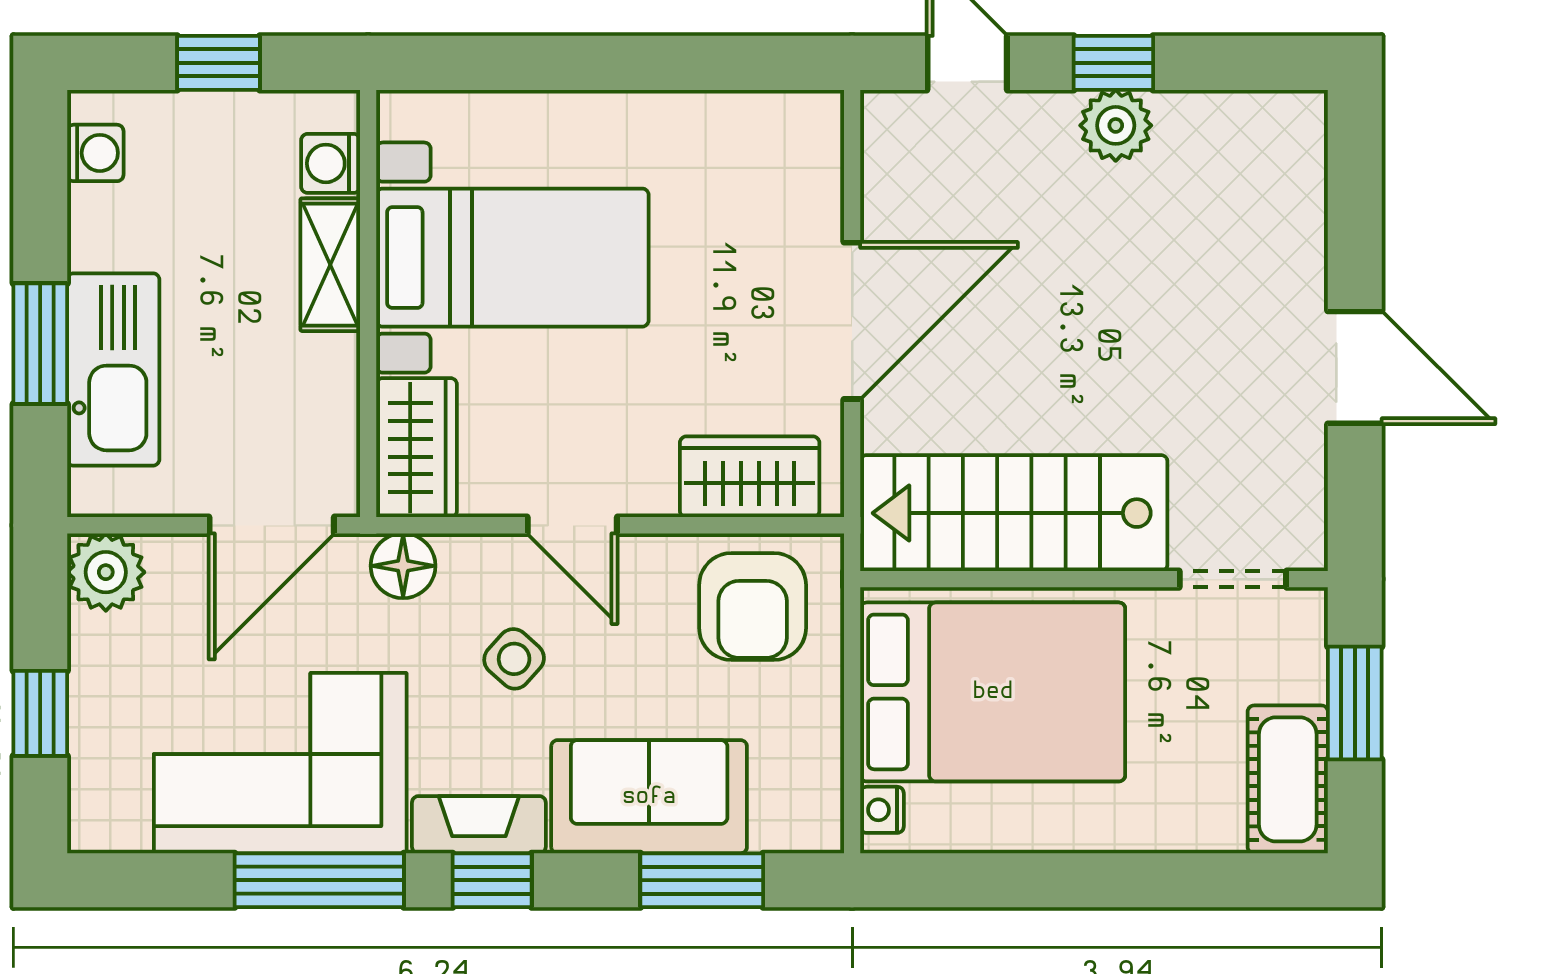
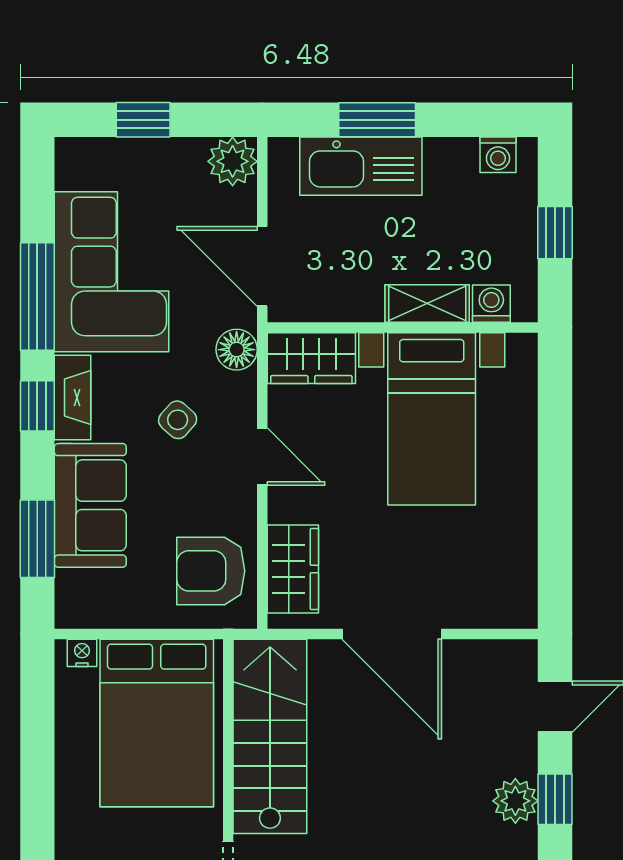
door: (572, 525) -> (262, 457), swing flipped

